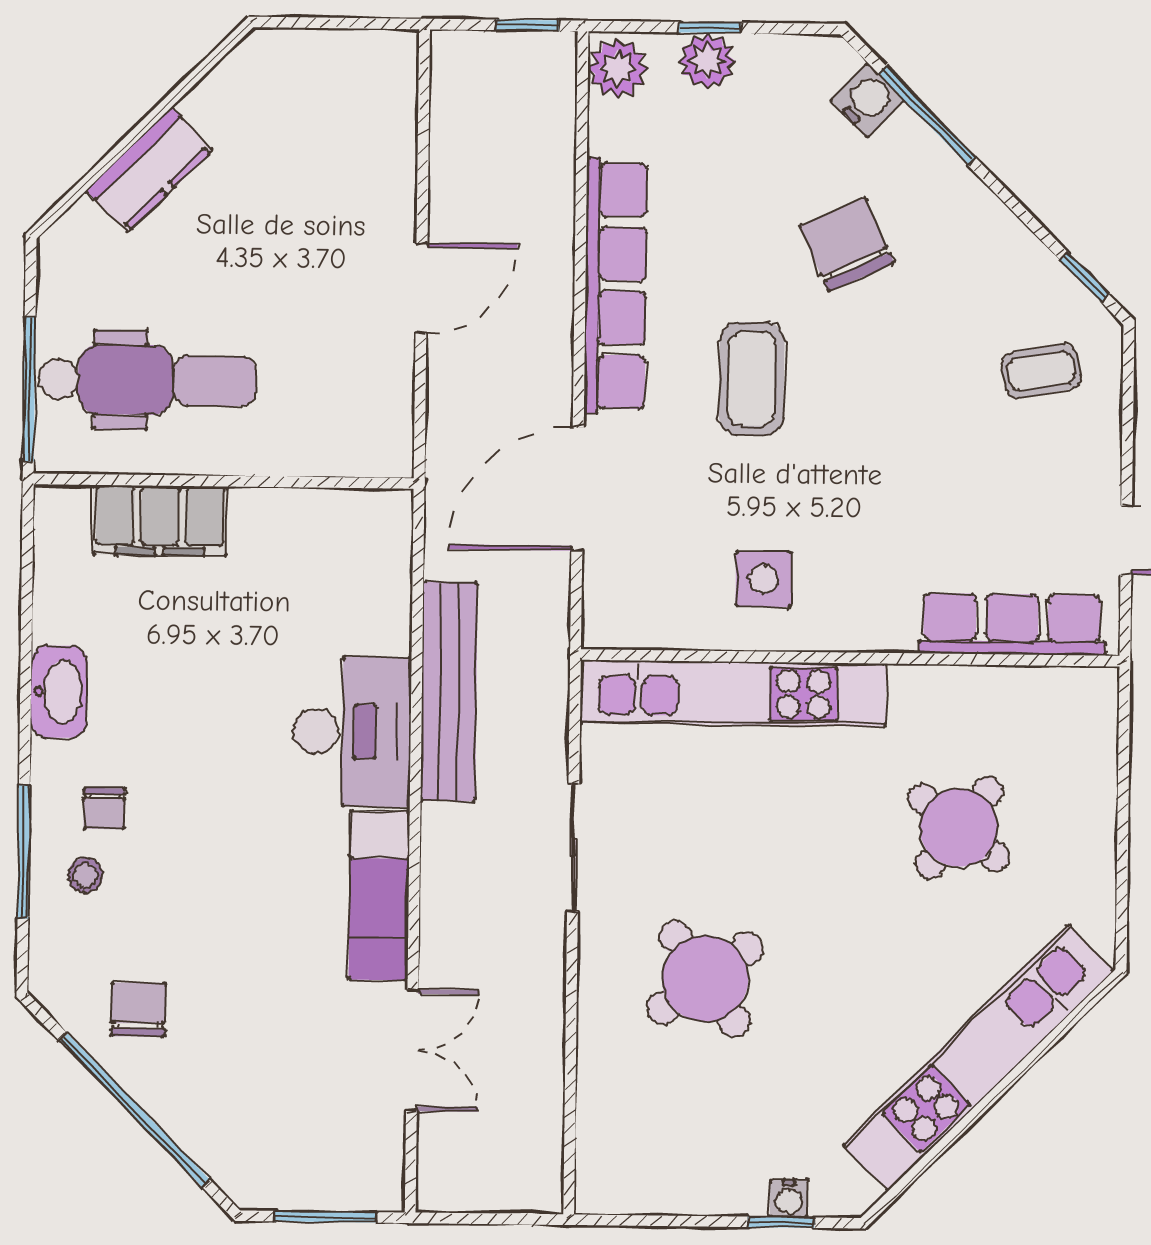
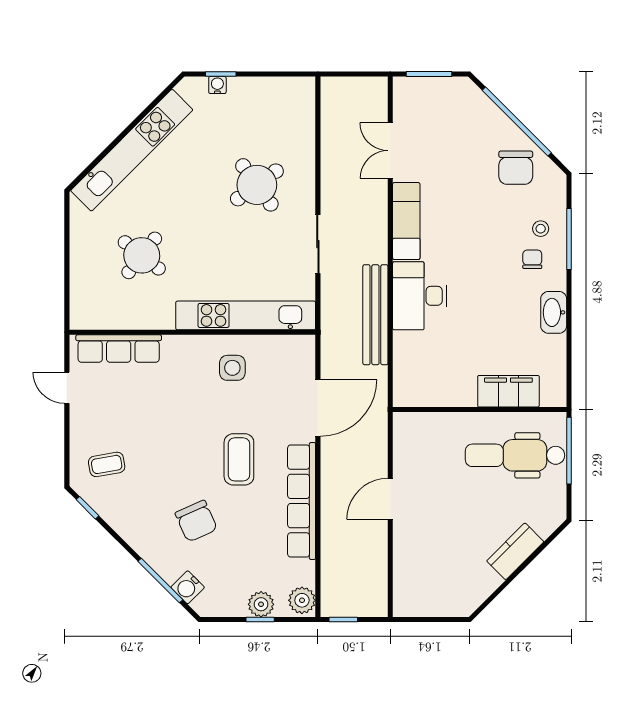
chair: (138, 1009) -> (516, 168), width x1.37, depth x1.37

